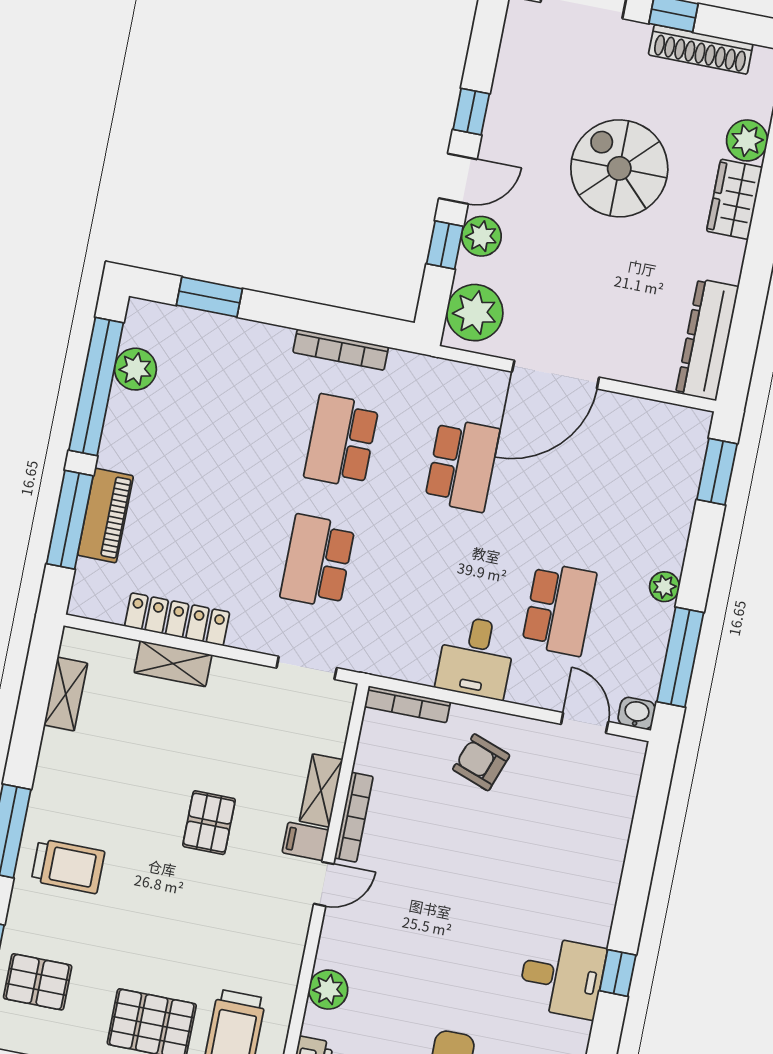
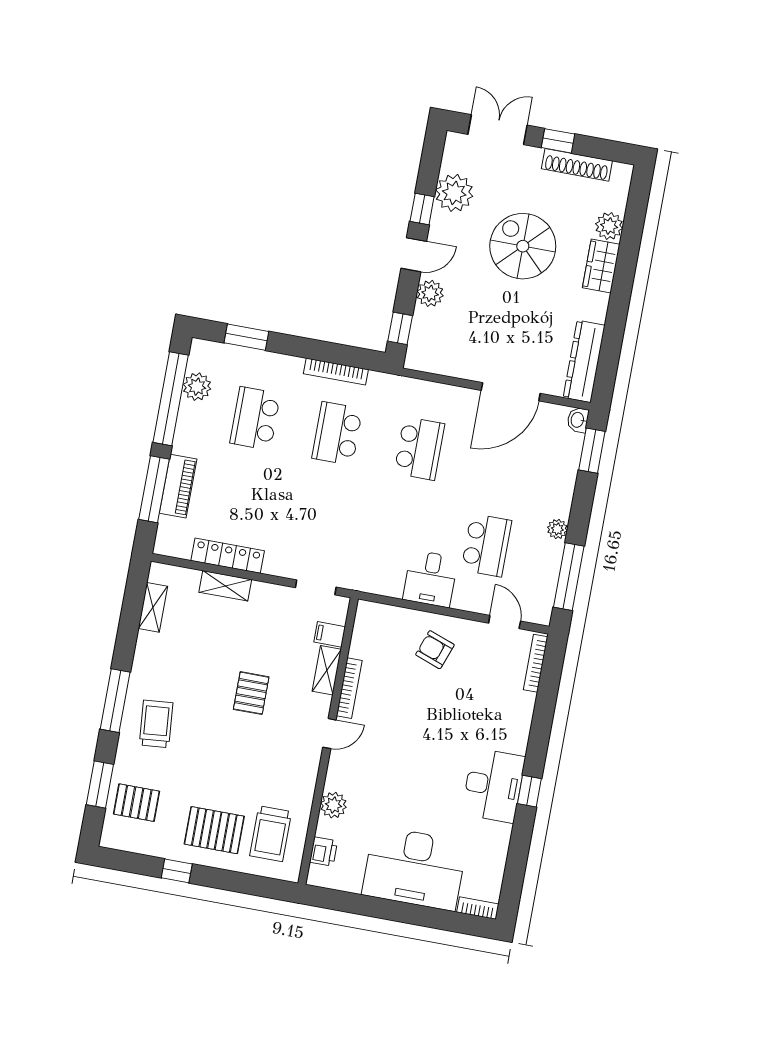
window: (445, 245) -> (400, 328), moved
plant: (475, 313) -> (454, 193), moved
door: (556, 375) -> (511, 392), moved
school desk: (318, 561) -> (255, 418), moved
bookcase: (407, 704) -> (536, 663), moved, turned 90
washbasin: (637, 713) -> (578, 420), moved, turned -90
filing cabinet: (305, 841) -> (330, 634), moved
trolley: (68, 866) -> (156, 724), turned -95
desk: (562, 977) -> (493, 785), width x1.37

